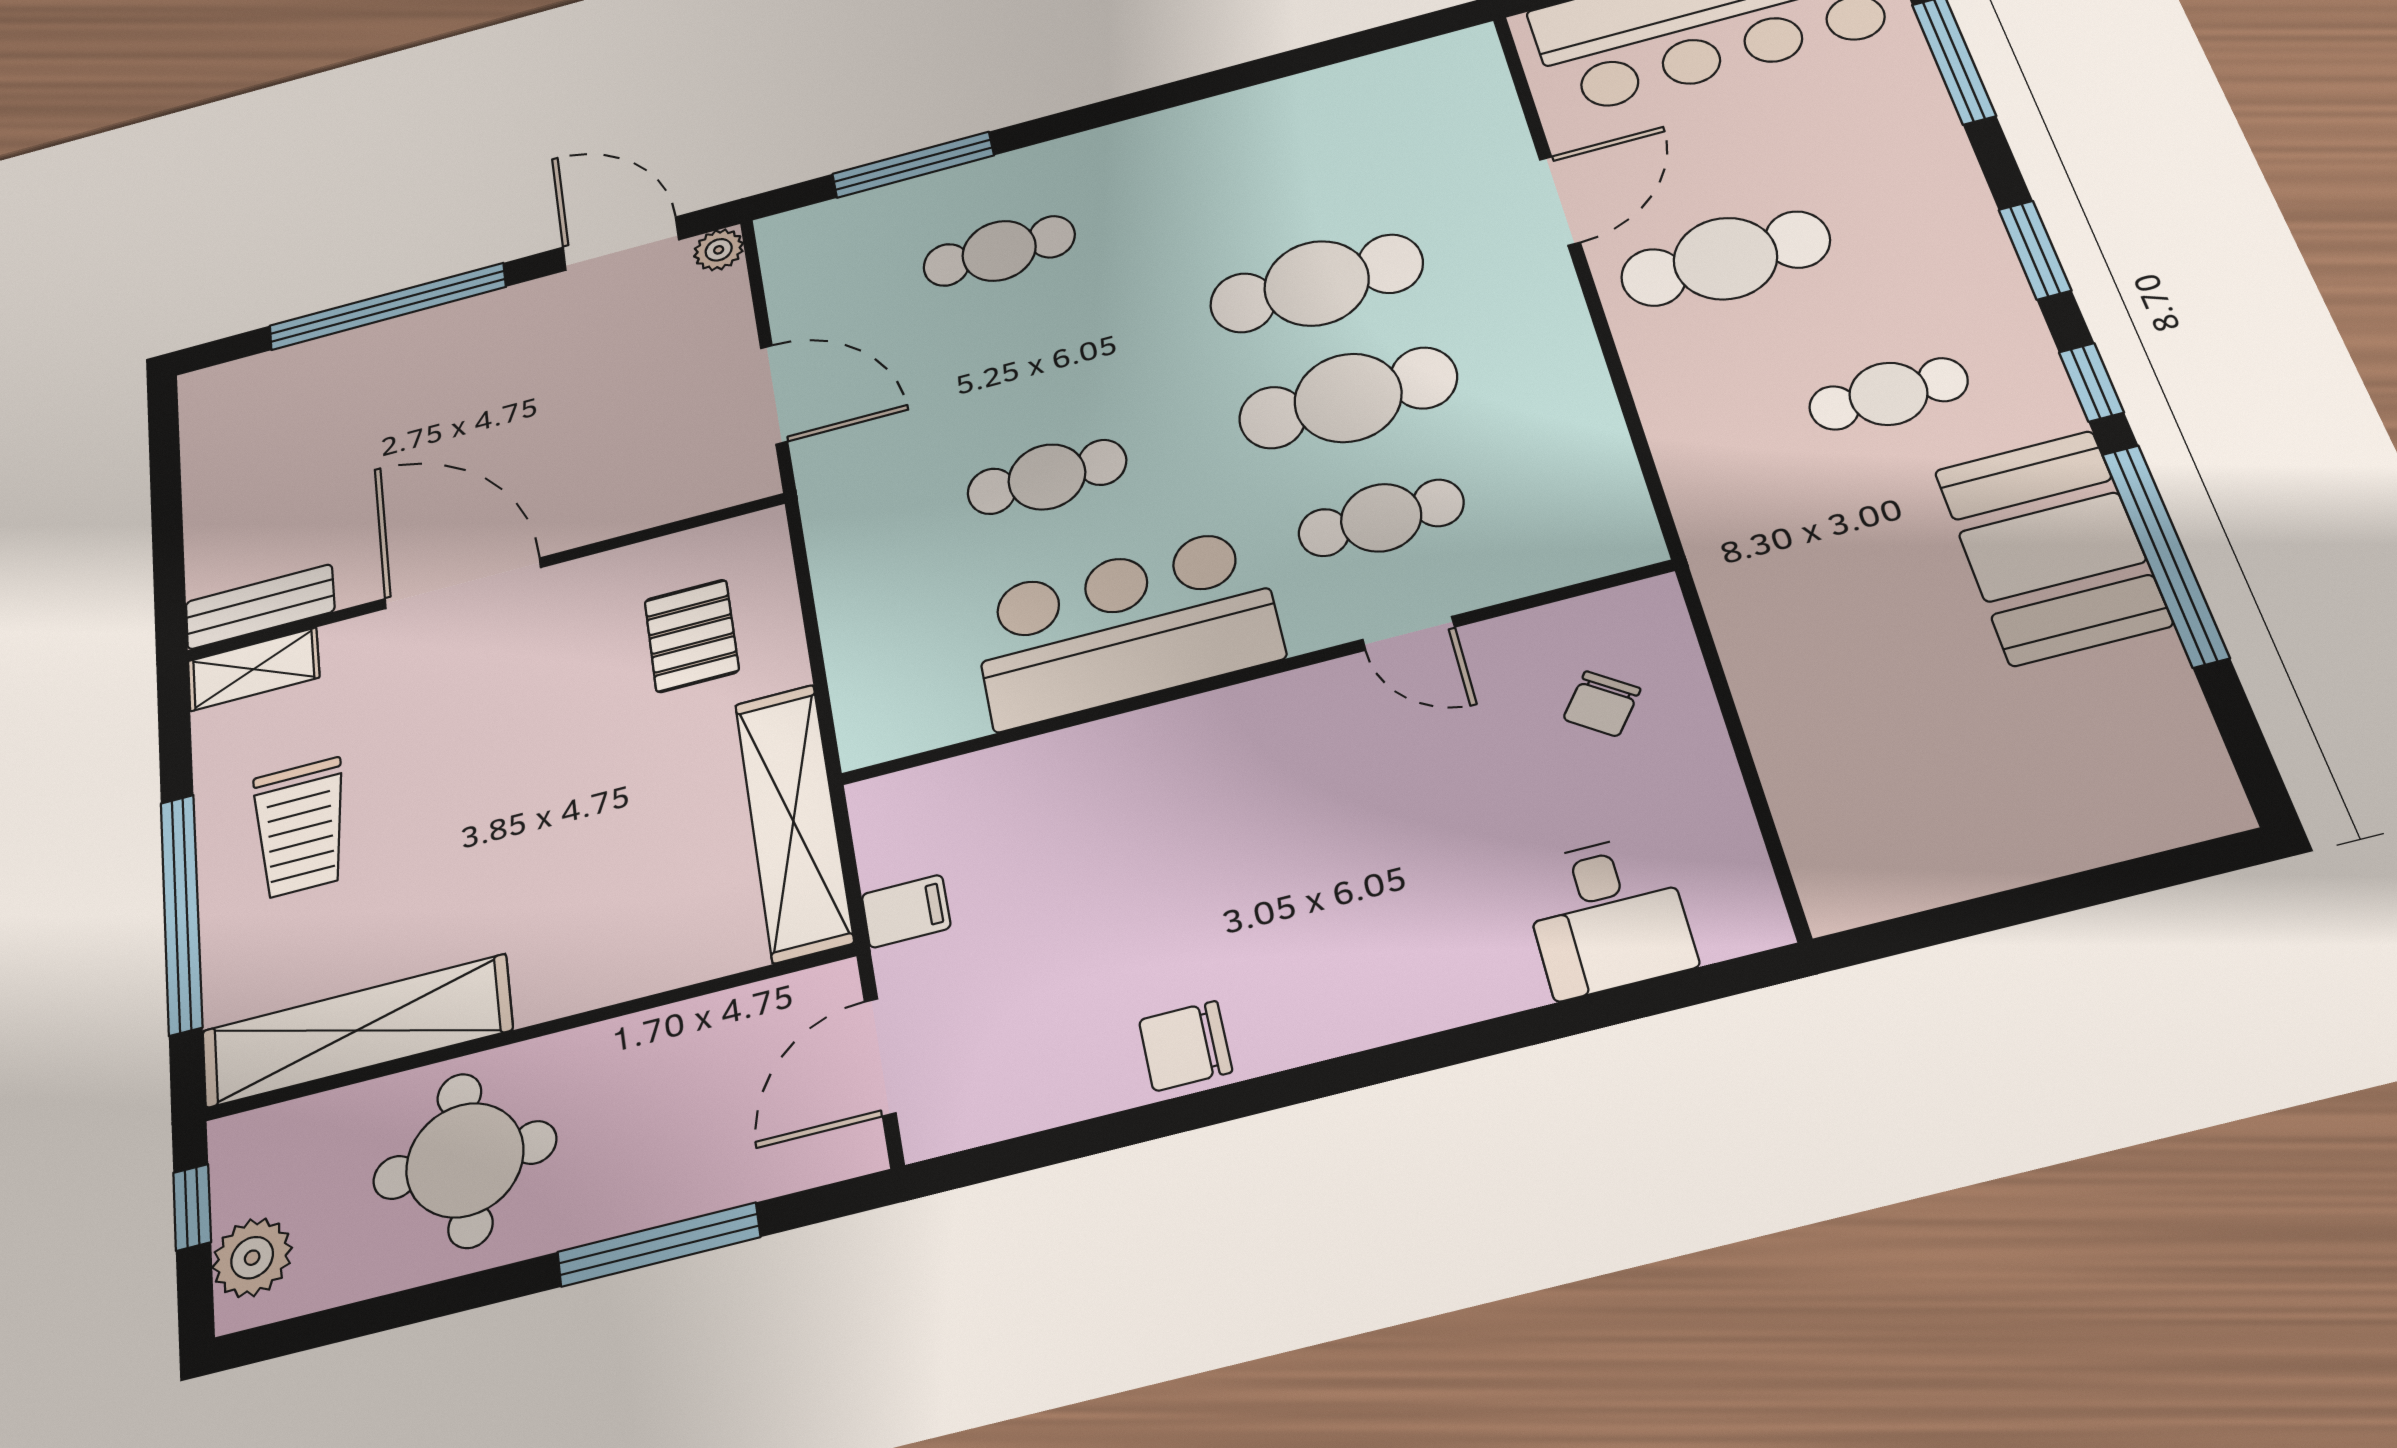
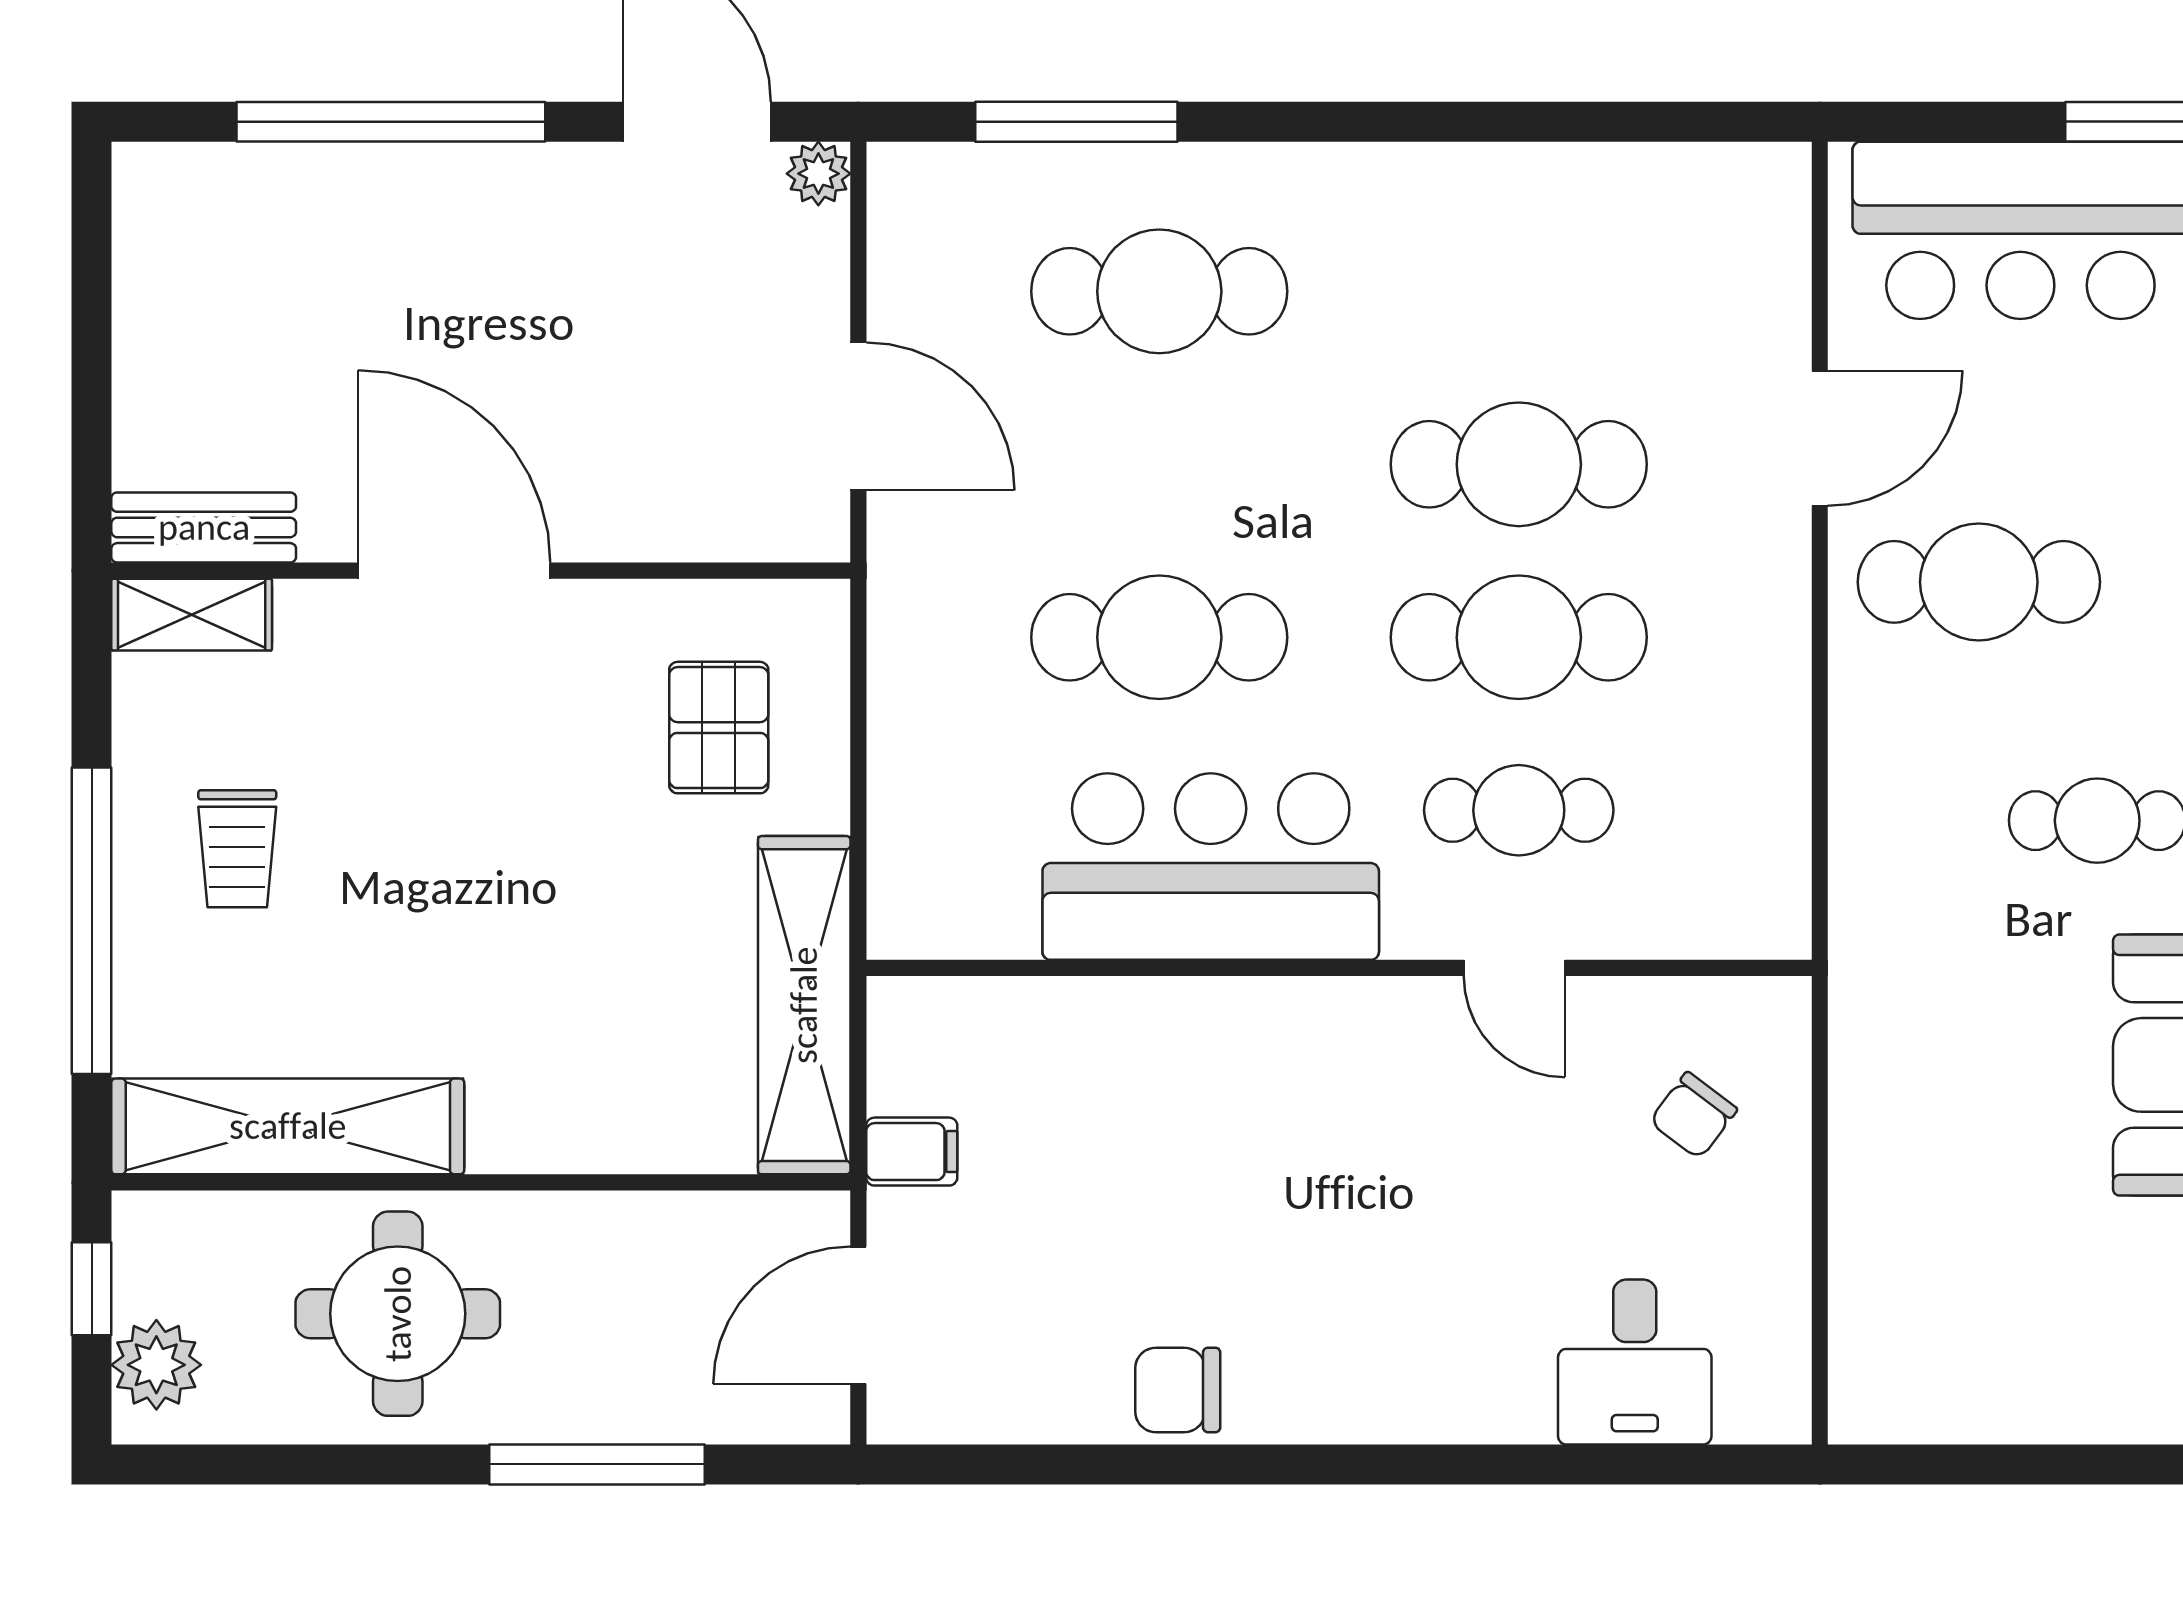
cafe table: (999, 251) -> (1159, 291), width x1.37, depth x1.35
cafe table: (1047, 477) -> (1159, 637), width x1.37, depth x1.35
trolley: (300, 828) -> (237, 849), width x0.73, depth x0.72

